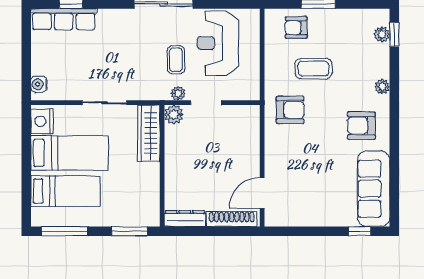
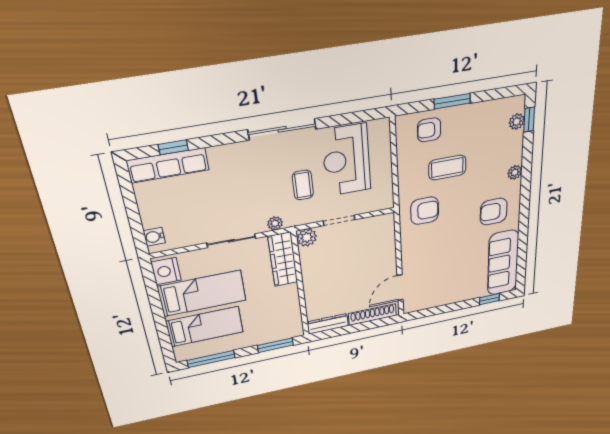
plant: (178, 93) -> (275, 223), moved

